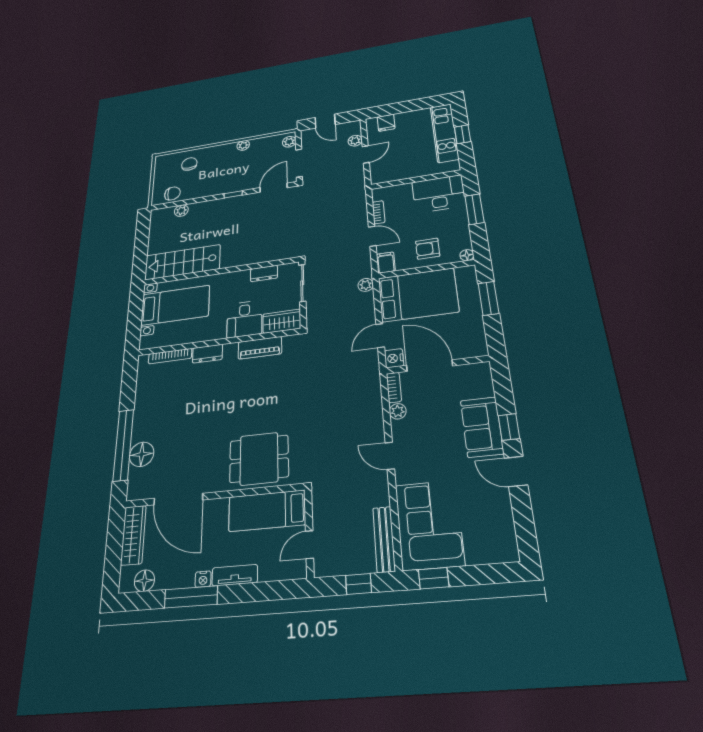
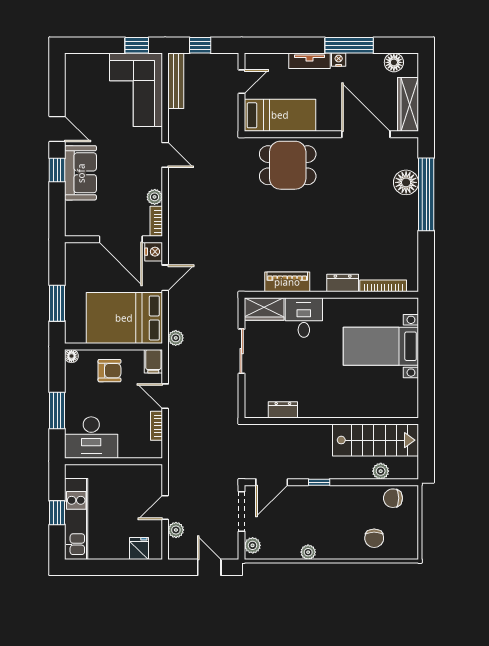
stairs: (182, 262) -> (376, 440), moved
wall: (220, 271) -> (331, 421), moved
dresser: (264, 273) -> (283, 410), moved

